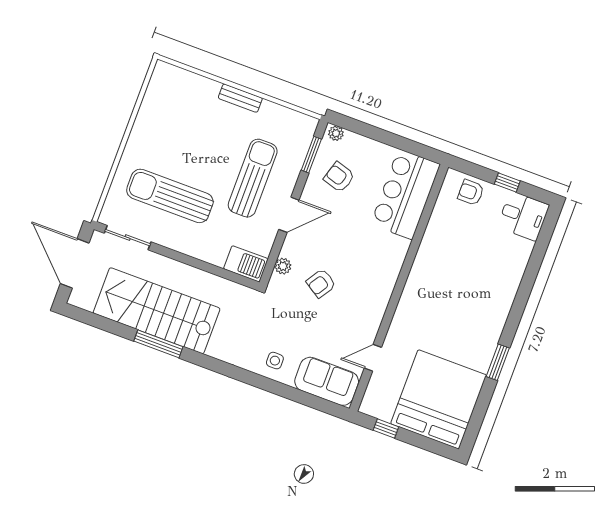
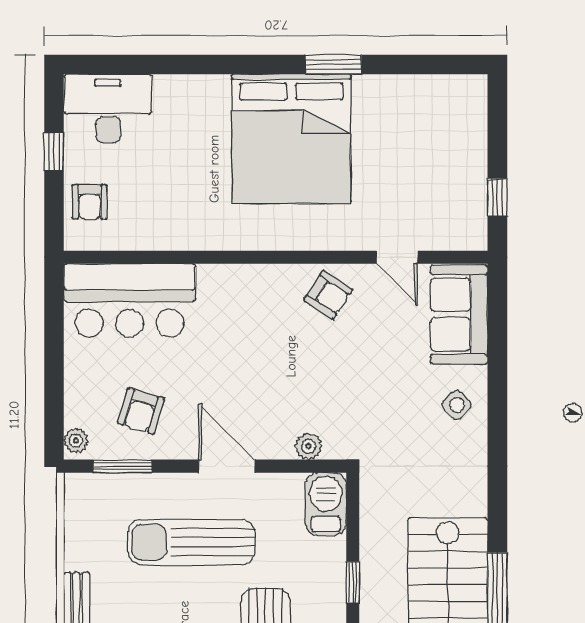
desk: (523, 216) -> (108, 109), width x1.37
window: (195, 263) -> (353, 582), added
armchair: (321, 283) -> (328, 295), moved
side table: (275, 361) -> (457, 405), turned 45
bed: (439, 399) -> (291, 139), moved, turned -90

